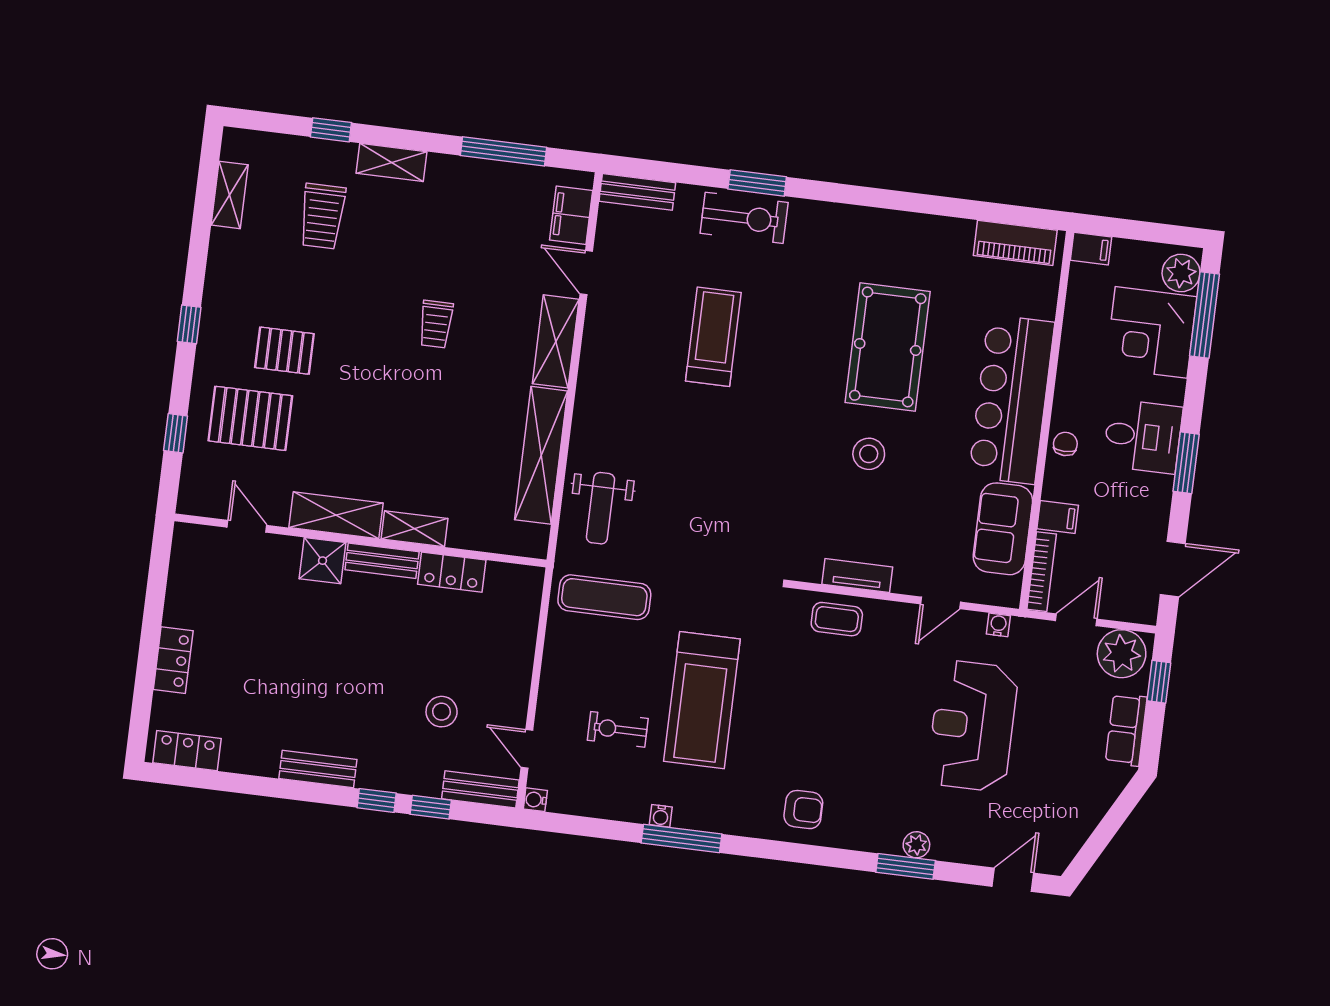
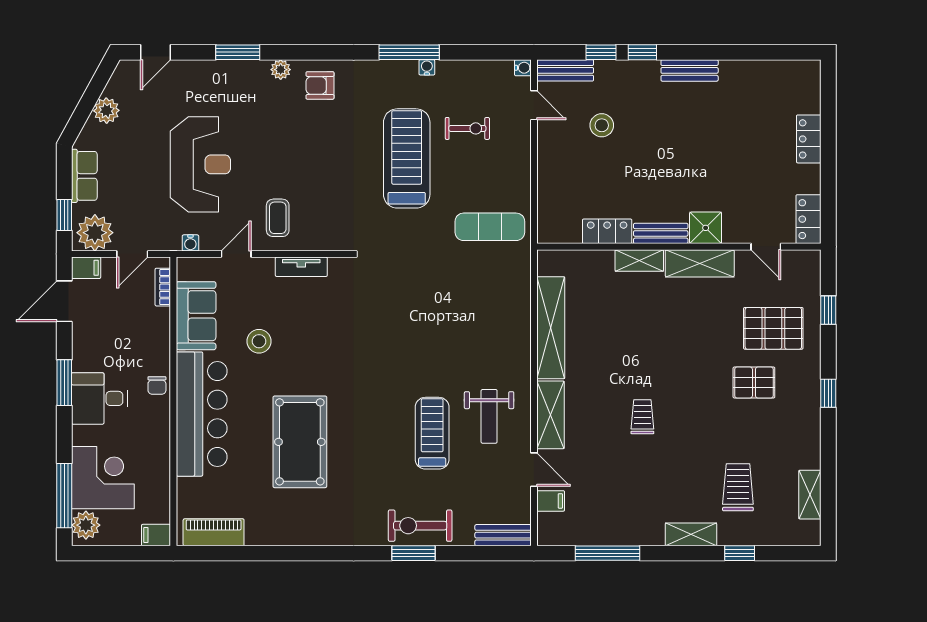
filing cabinet: (571, 215) -> (551, 501), width x0.50
treadmill: (713, 337) -> (432, 433), turned 180
stool: (869, 454) -> (259, 341), moved
weight bench: (601, 508) -> (489, 416), moved, turned 180
filing cabinet: (1058, 517) -> (86, 268), moved, turned 180
bookcase: (1042, 572) -> (163, 287), width x0.64
coffee table: (837, 619) -> (278, 218), moved, turned 90
locker: (187, 751) -> (808, 219), moved, turned 90
plant: (1087, 812) -> (106, 111), added
plant: (916, 845) -> (281, 70), moved

